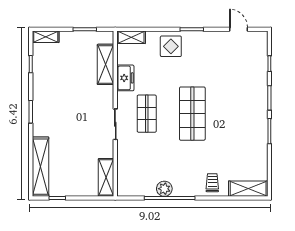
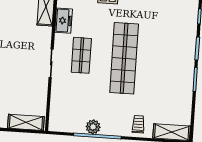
shop shelf: (192, 114) -> (124, 58), width x1.40
shelving: (106, 177) -> (26, 122), moved, turned 90

